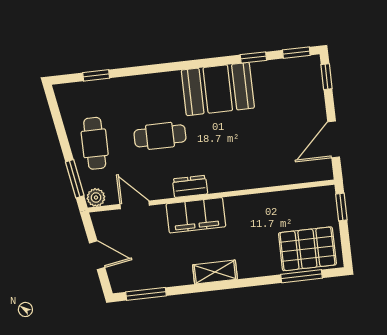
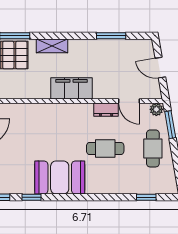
dresser: (190, 186) -> (106, 110), moved
filing cabinet: (196, 215) -> (72, 88), moved
shelving: (215, 272) -> (52, 46), moved
window: (146, 294) -> (111, 36), moved

